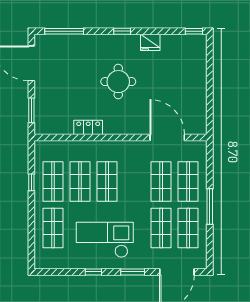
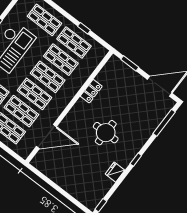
shop shelf: (134, 181) -> (35, 94), added

